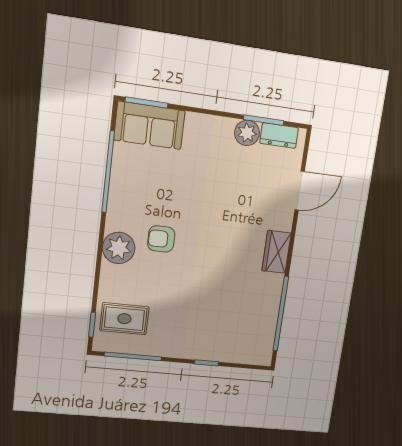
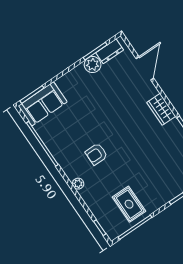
plant: (119, 248) -> (78, 184), width x0.53, depth x0.53
rug: (124, 319) -> (129, 204), moved, turned 90

